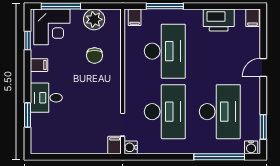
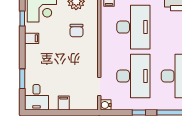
desk: (46, 98) -> (36, 97), moved, turned -90
filing cabinet: (115, 145) -> (64, 103), moved
window: (171, 157) -> (139, 112), added

